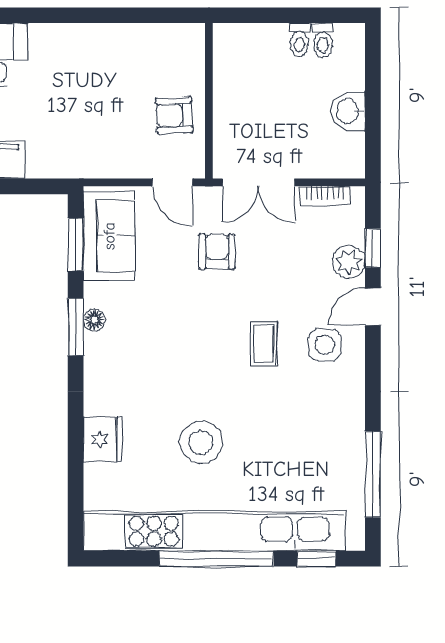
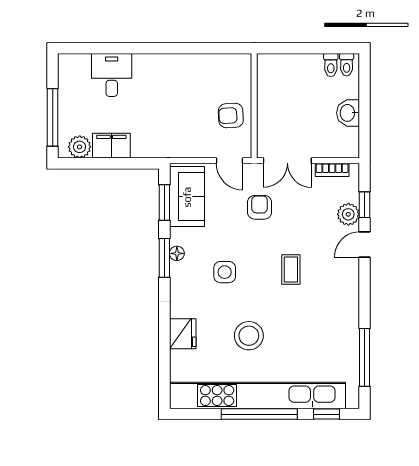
toilet: (299, 40) -> (347, 65), moved
side table: (325, 345) -> (225, 272), moved

